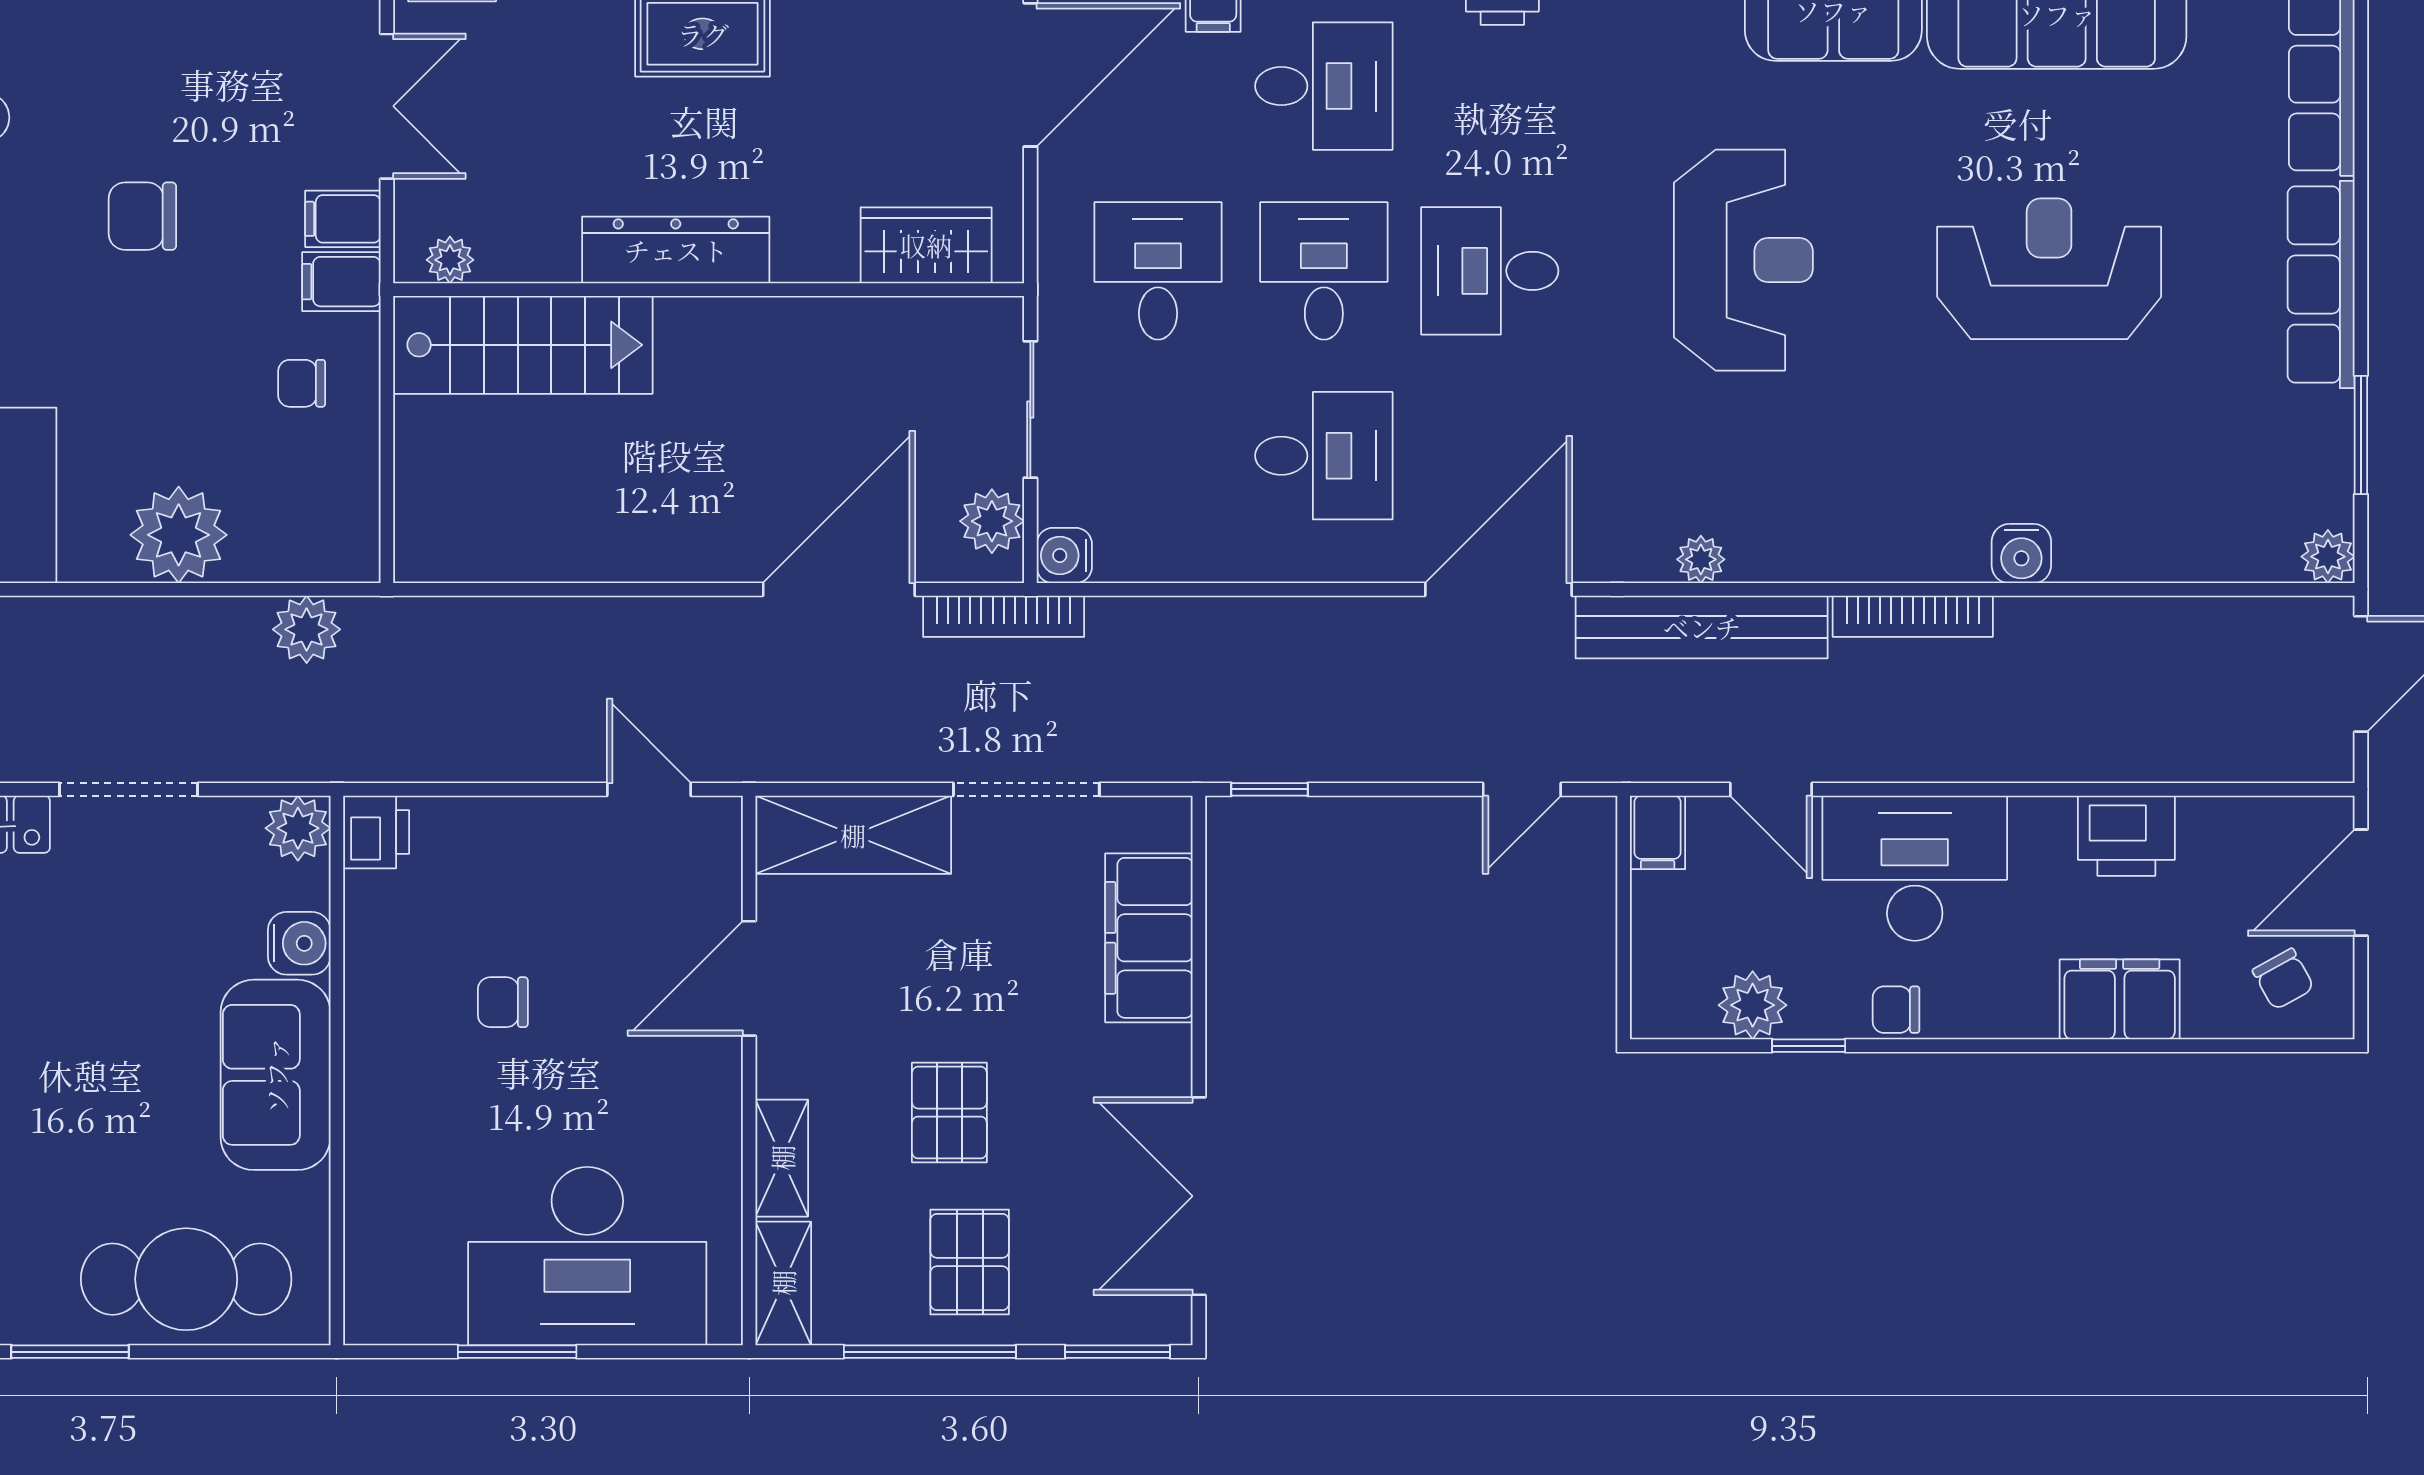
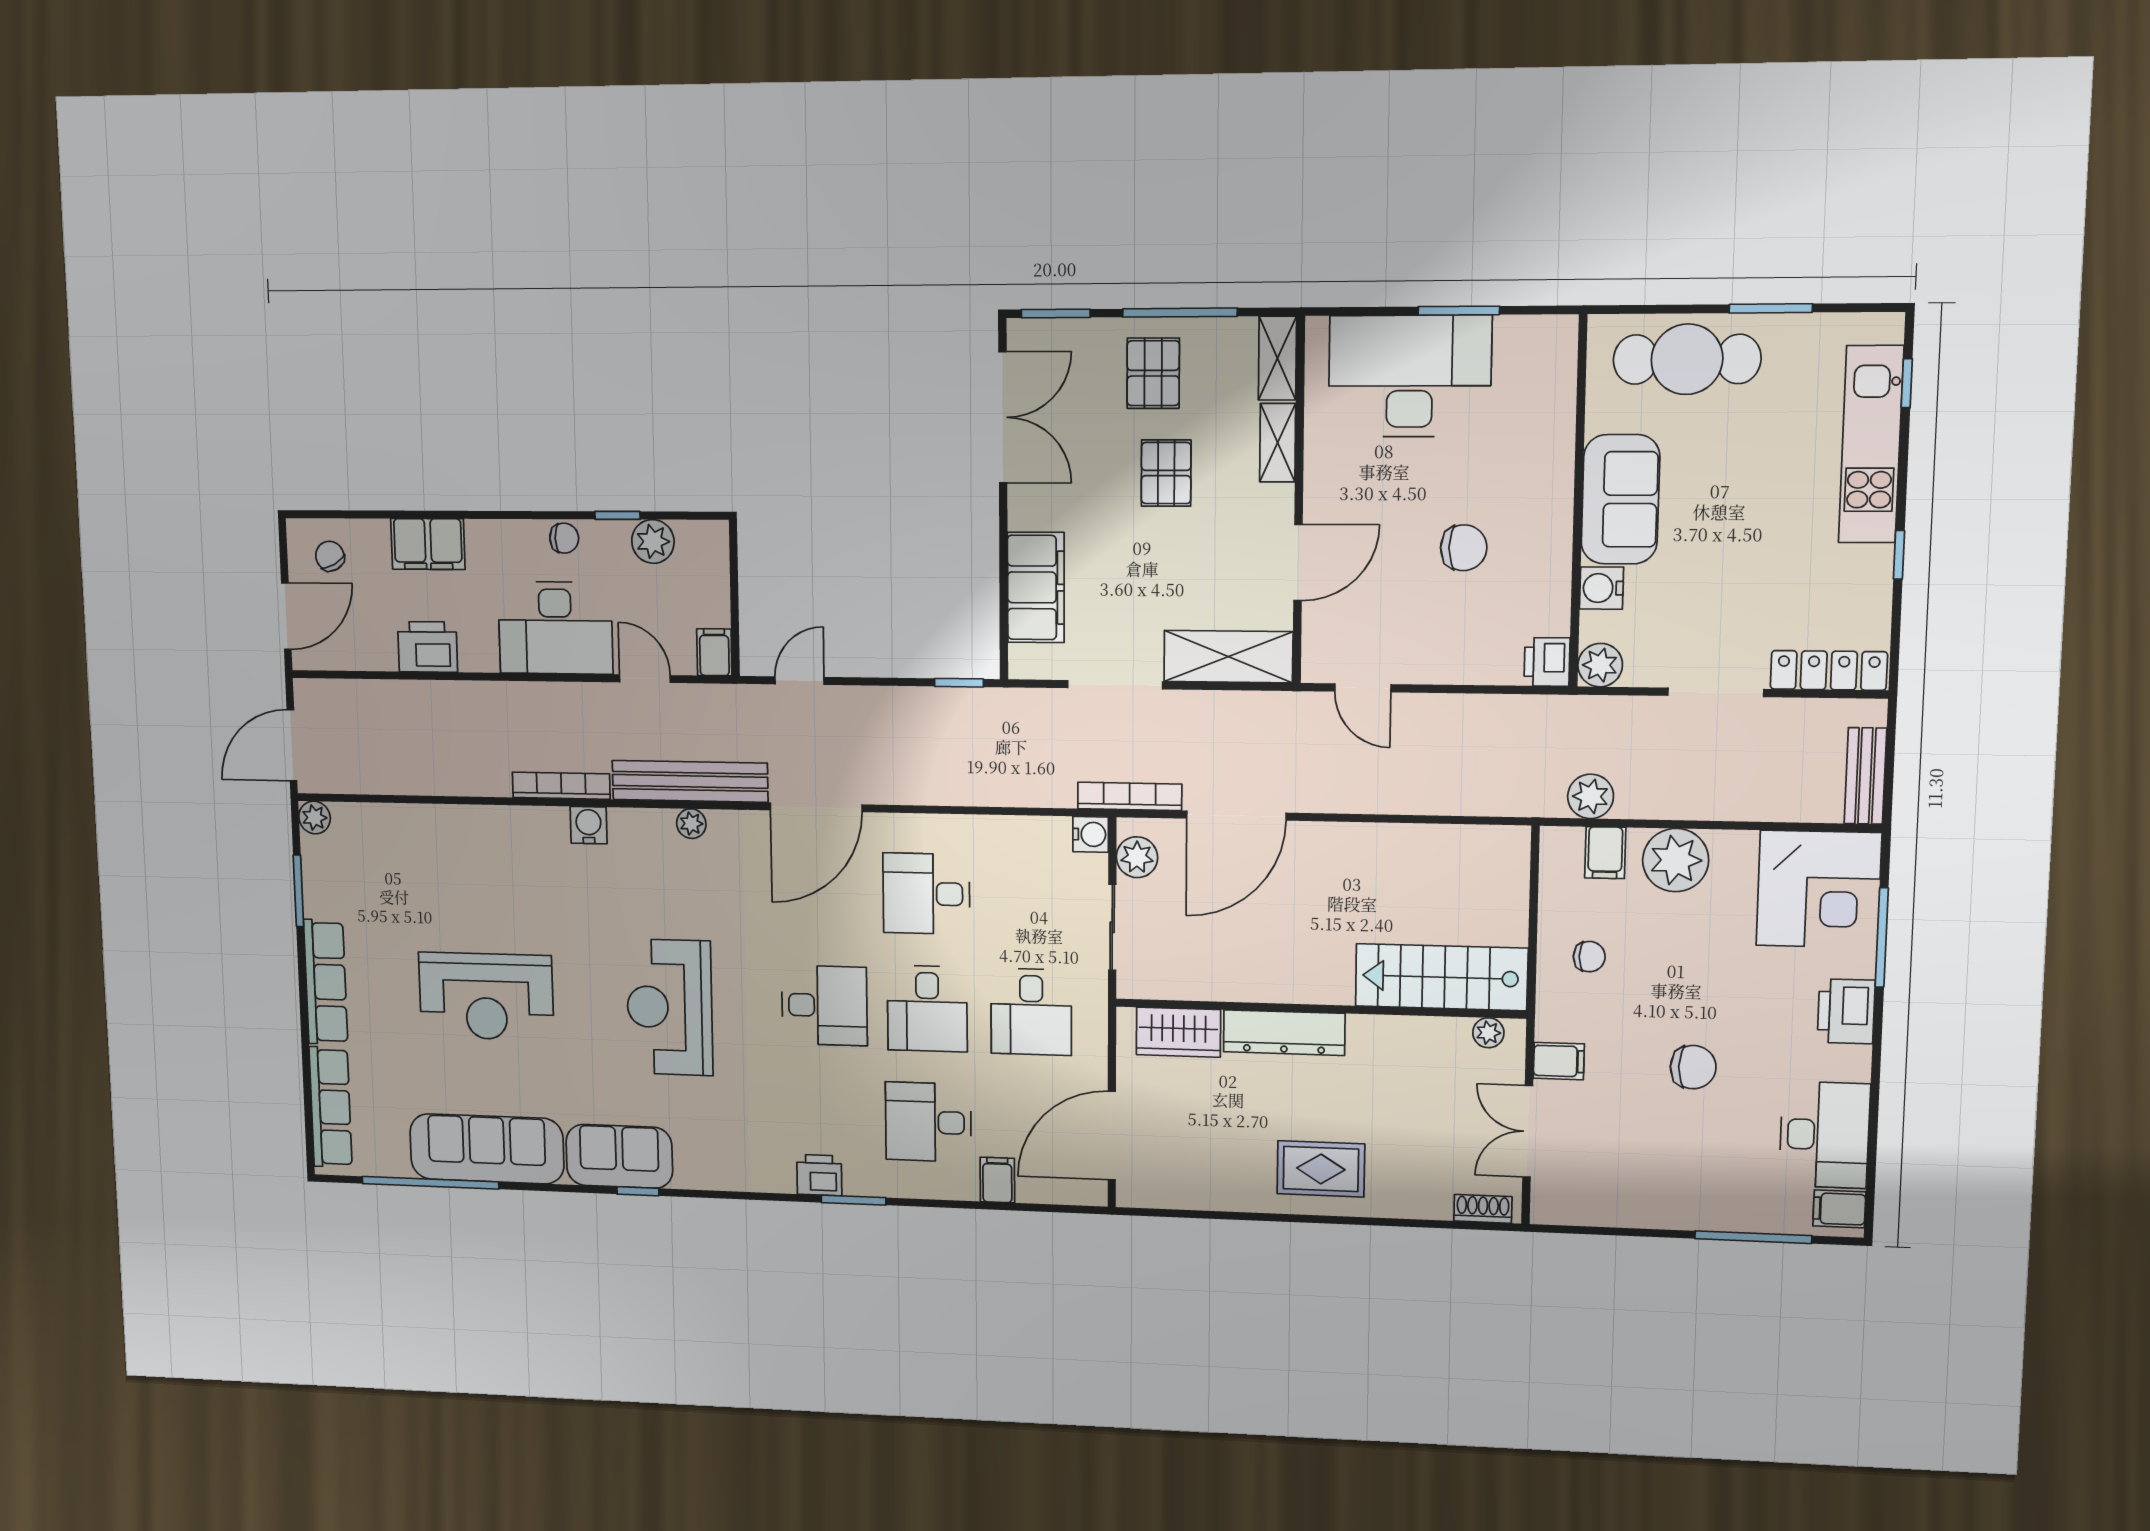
dresser: (676, 250) -> (1284, 1033), moved
filing cabinet: (341, 282) -> (1605, 853), moved, turned 90
water cooler: (2021, 554) -> (589, 825), moved
chair: (503, 1002) -> (1464, 548), width x1.37, depth x1.37

